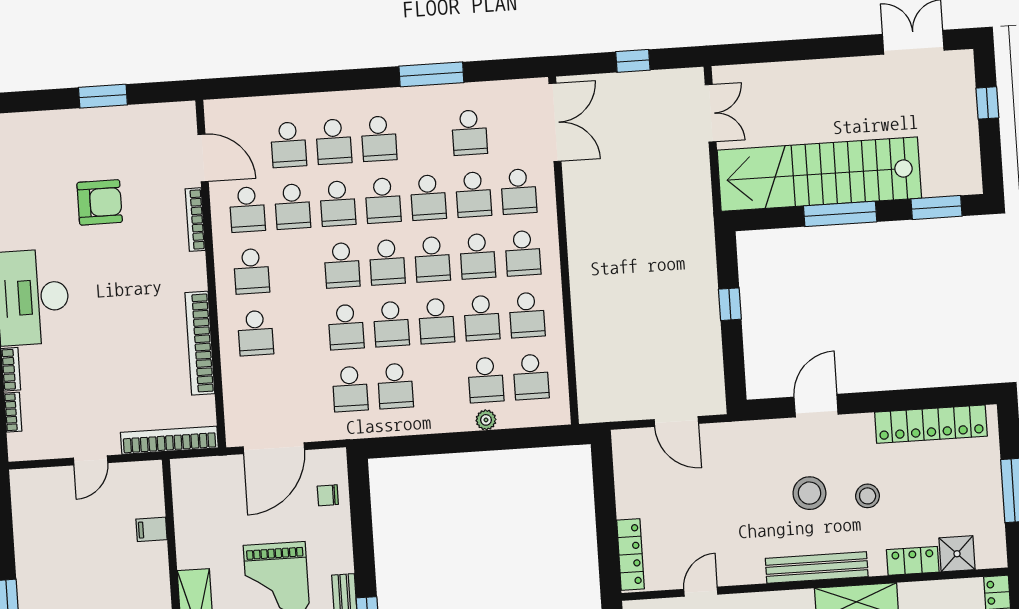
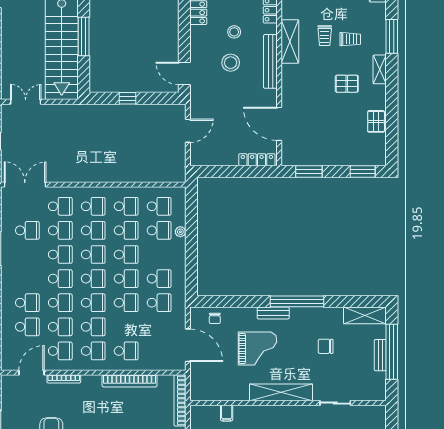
school desk: (379, 139) -> (93, 327), moved
door: (816, 406) -> (184, 73), moved
door: (701, 592) -> (279, 124), width x1.87

